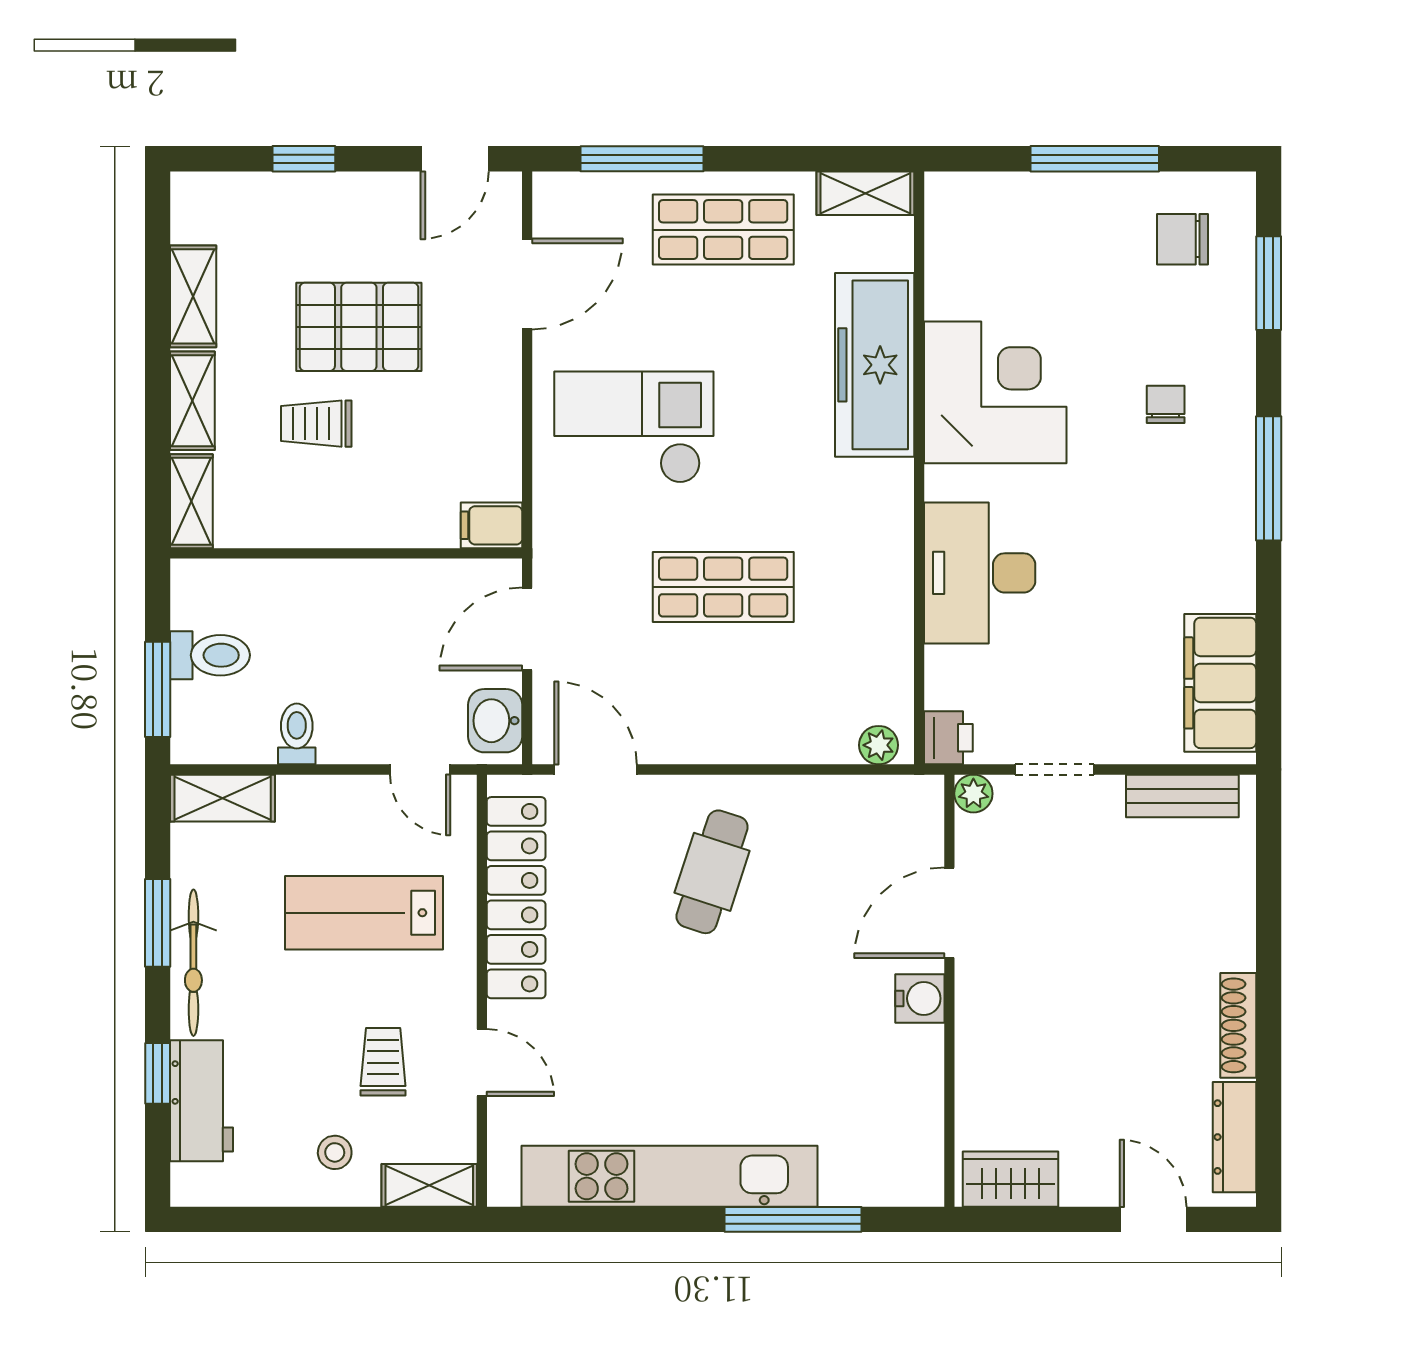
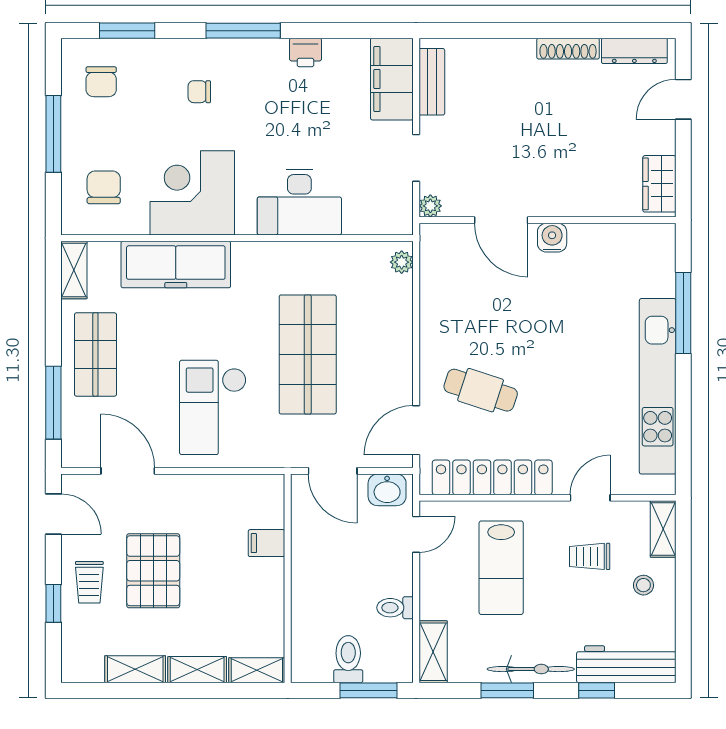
chair: (1005, 243) -> (104, 187), added
trolley: (316, 424) -> (89, 582), moved
filing cabinet: (491, 525) -> (267, 543), moved, turned 90
shop shelf: (723, 587) -> (308, 354), width x1.43, depth x1.36
filing cabinet: (1220, 683) -> (392, 79), moved, turned 90
printer: (948, 738) -> (305, 52), moved, turned 180
cafe table: (712, 872) -> (481, 390), moved
workbench: (202, 1101) -> (626, 664), width x1.37

